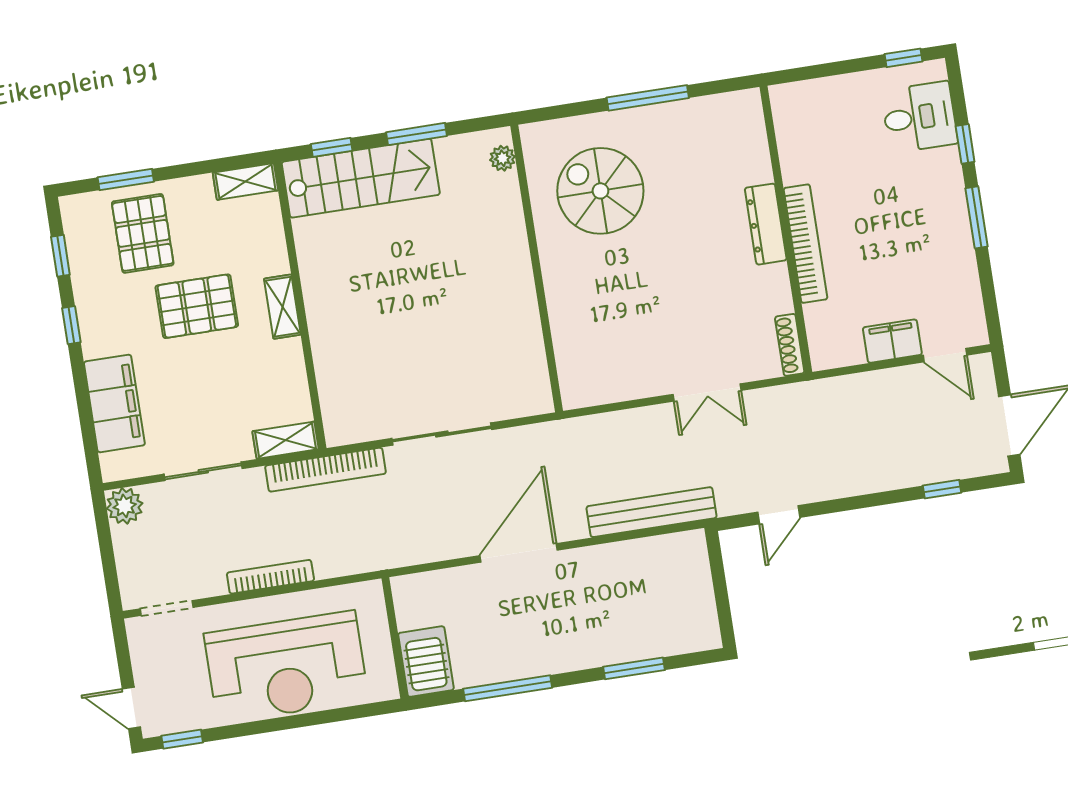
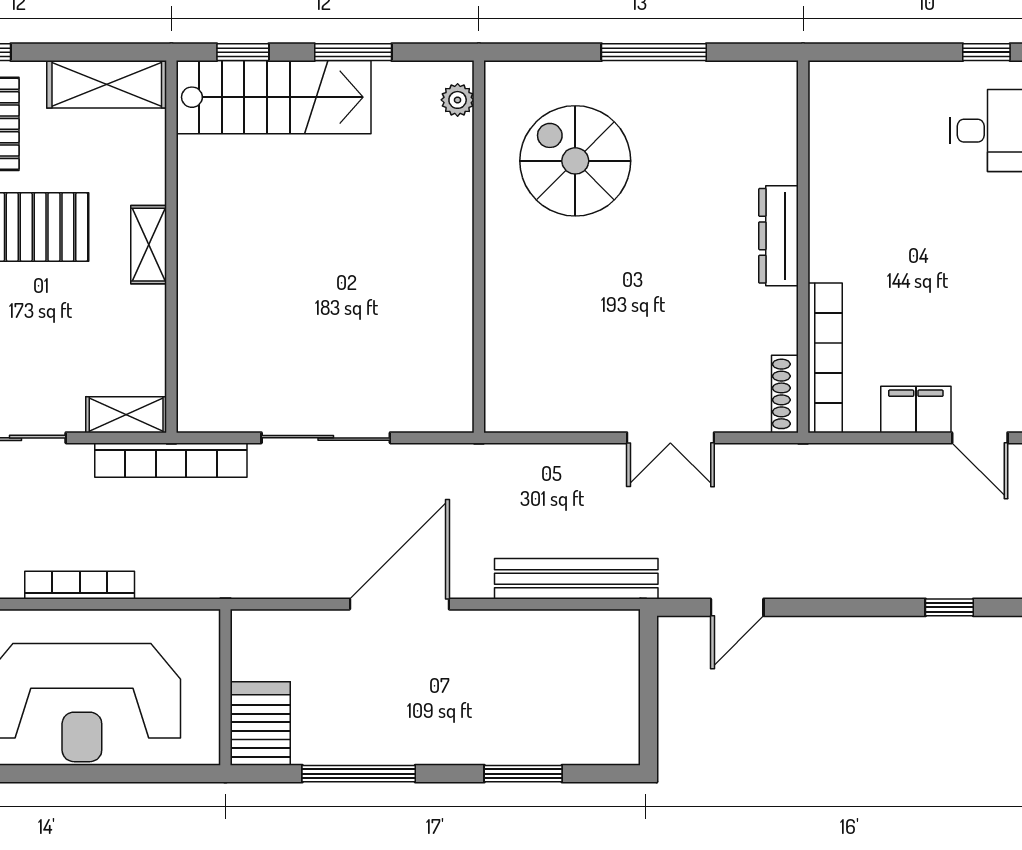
shelving: (245, 181) -> (107, 84), width x1.50, depth x1.33
bookcase: (805, 244) -> (825, 358), moved

